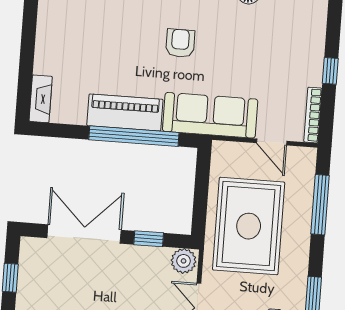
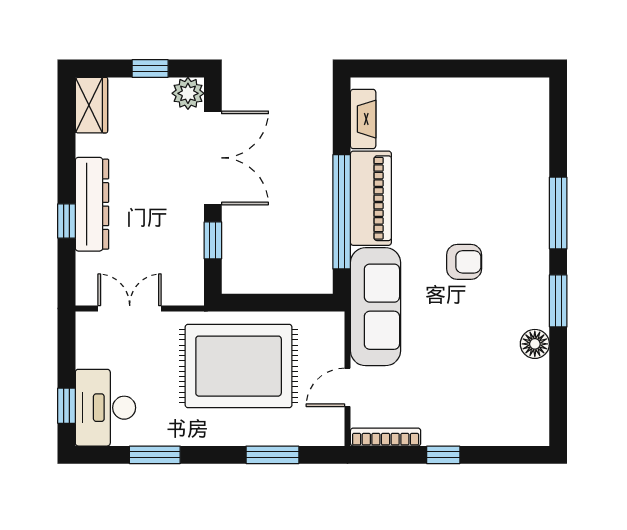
fireplace: (41, 99) -> (363, 119), moved, turned -90
window: (320, 205) -> (272, 455), width x0.69
plant: (184, 261) -> (188, 93), moved

